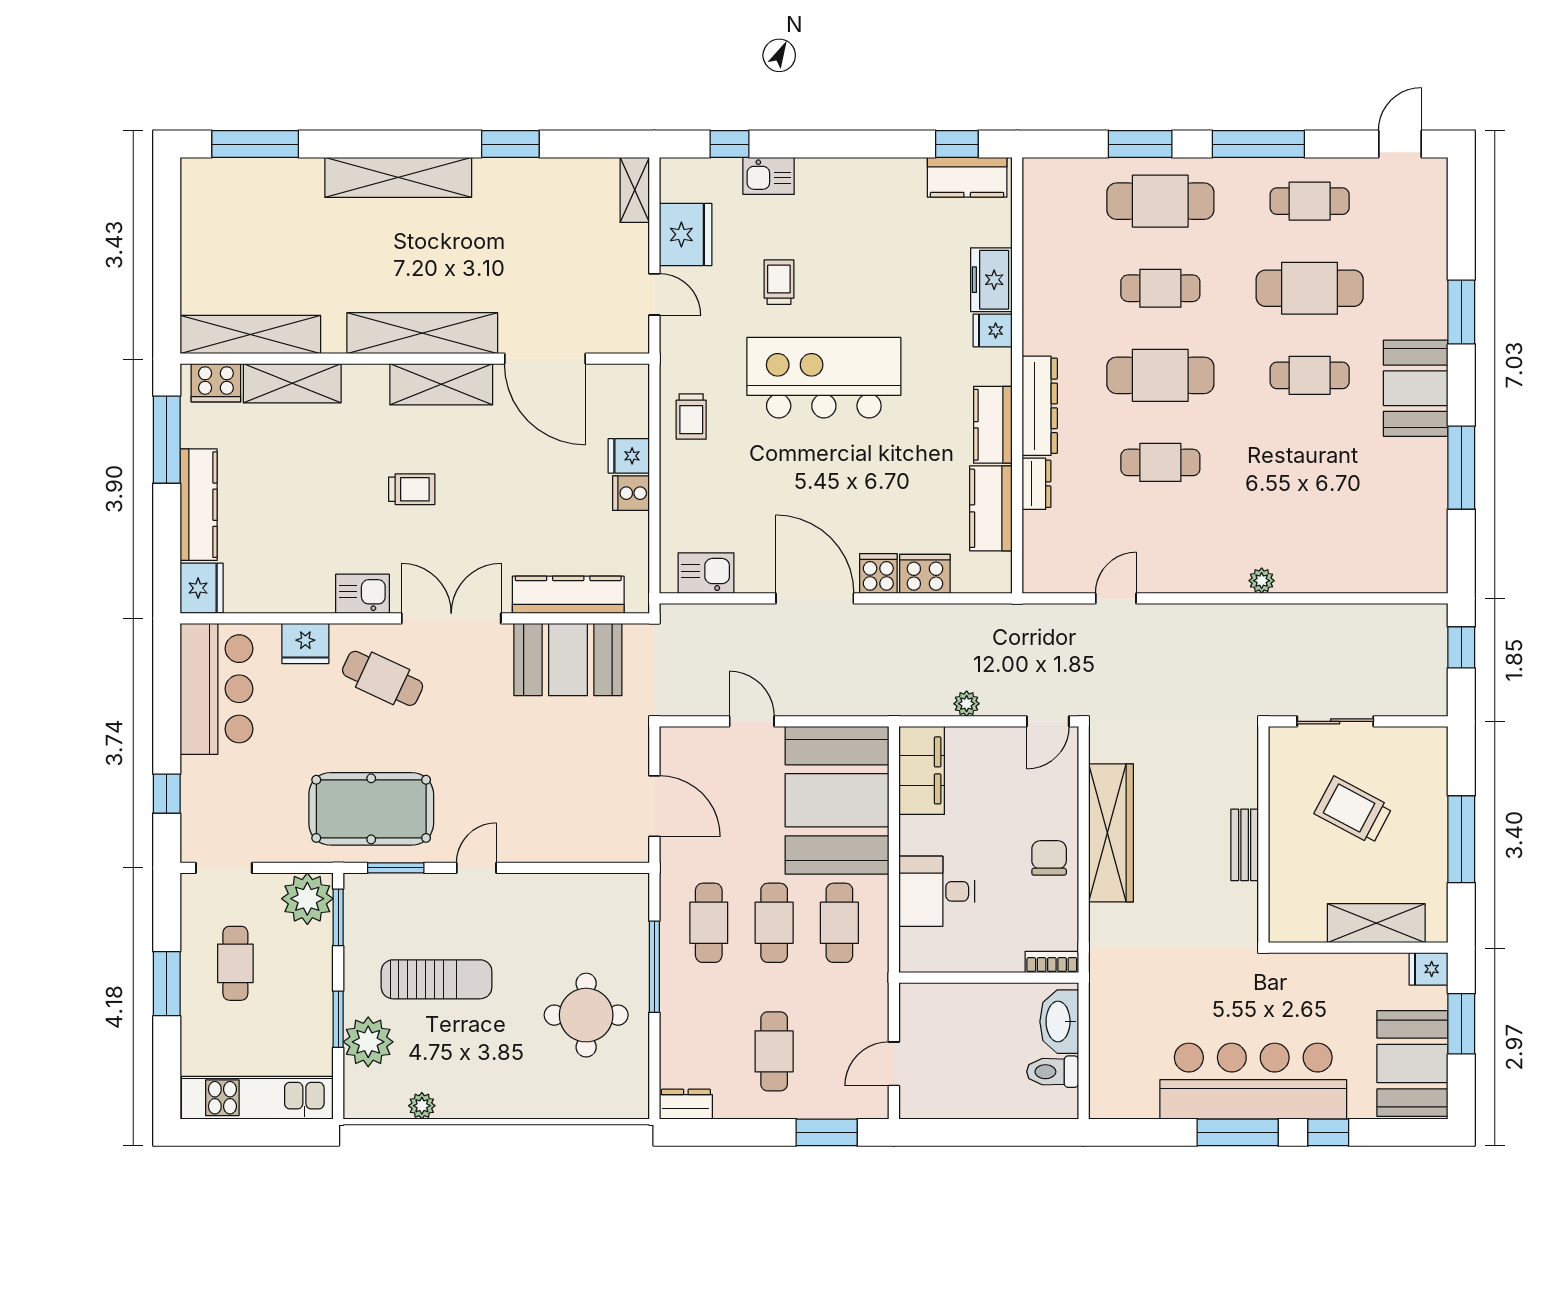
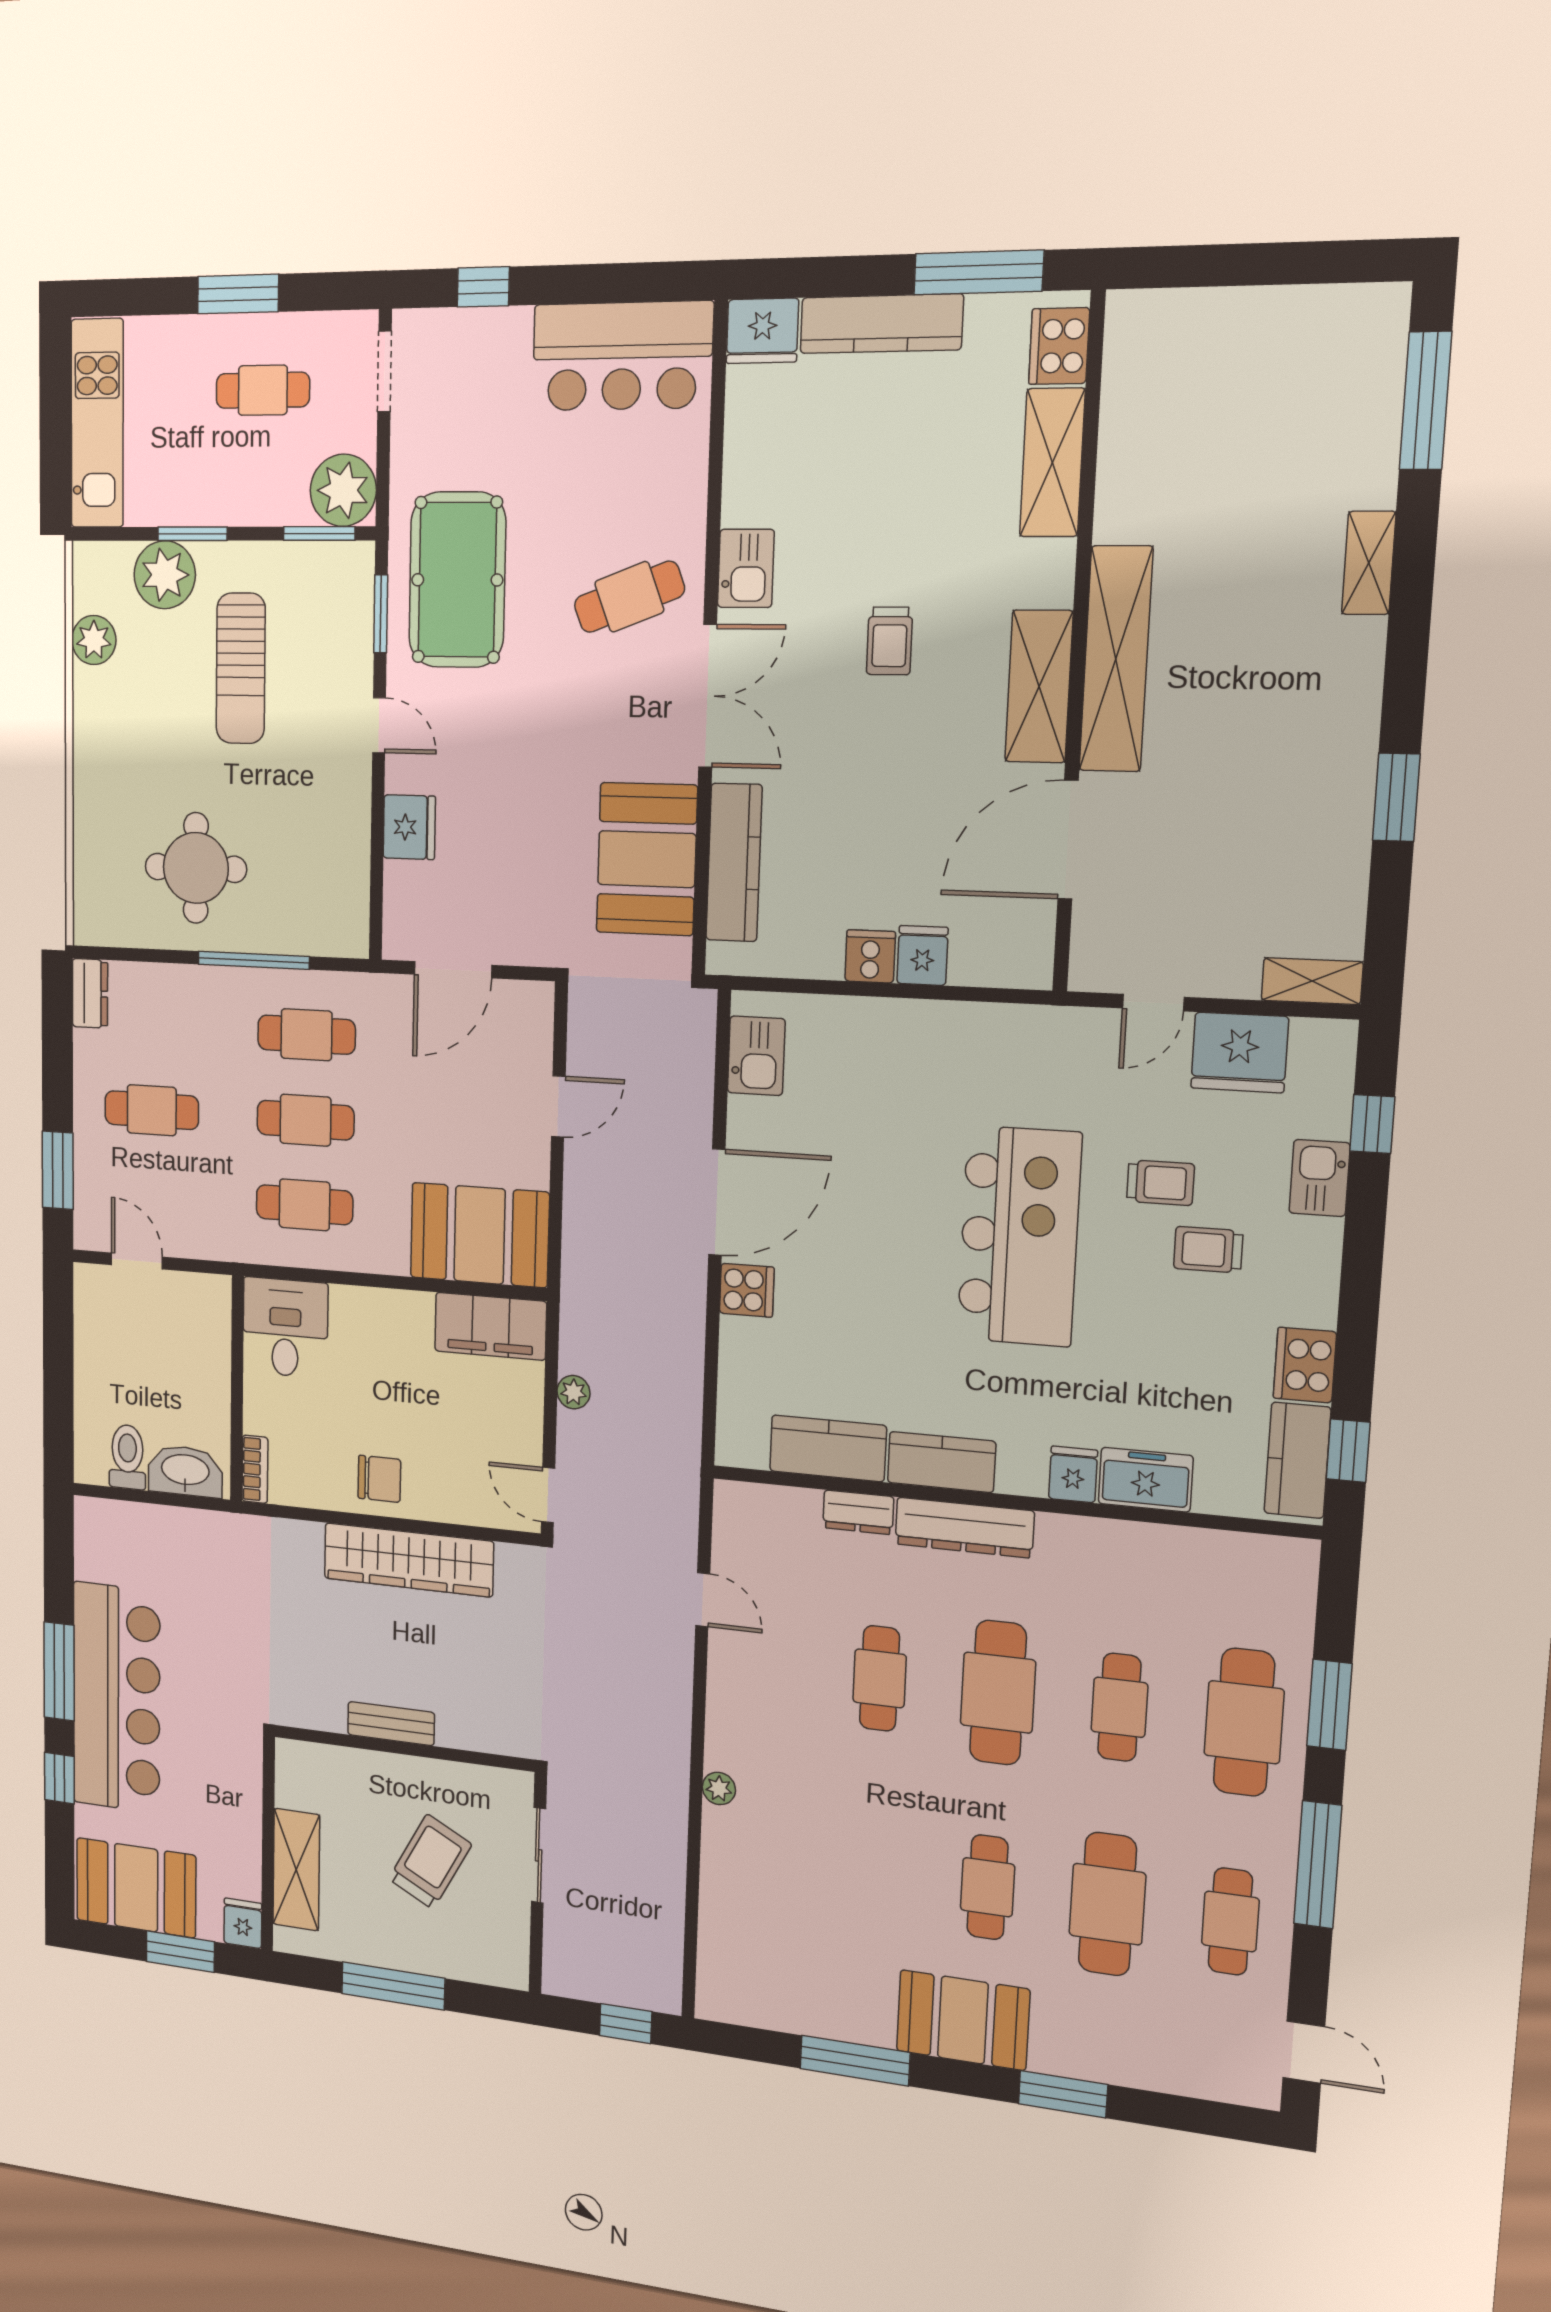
shelving: (398, 177) -> (1369, 563), width x0.45, depth x0.75
shelving: (250, 335) -> (1129, 398), removed
trolley: (691, 416) -> (1208, 1250), moved
cooker: (925, 574) -> (1305, 1365), moved, turned 180
fridge: (305, 643) -> (409, 827), moved, turned 180
cafe table: (383, 678) -> (629, 597), turned 44
booth: (837, 800) -> (480, 1235), width x0.73, depth x0.70
desk: (937, 891) -> (285, 1328), moved
plant: (422, 1106) -> (94, 640), width x1.38, depth x1.38

